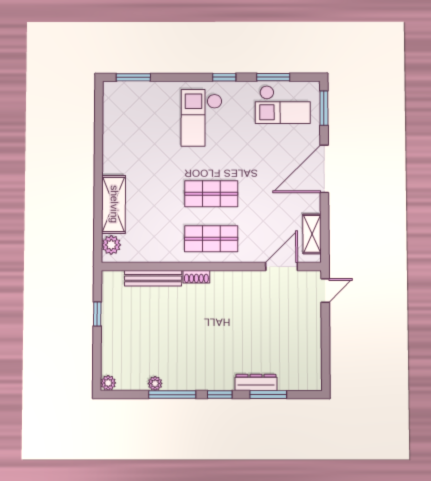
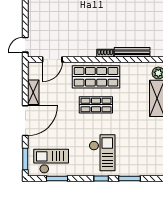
window: (133, 77) -> (130, 179), moved
window: (224, 77) -> (101, 179), moved
shelving: (312, 234) -> (33, 92), moved
shop shelf: (211, 239) -> (96, 77), width x1.43, depth x1.36

